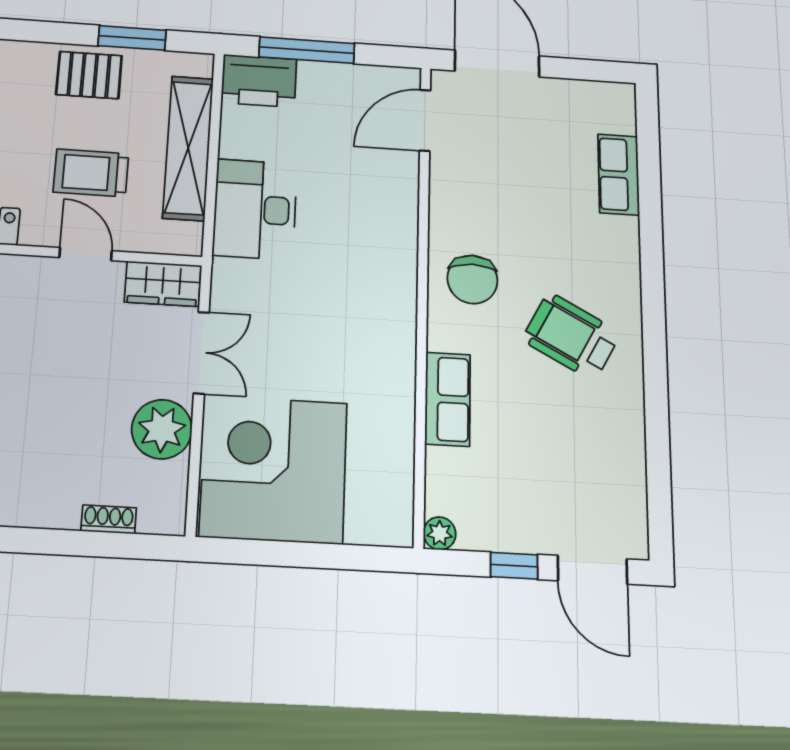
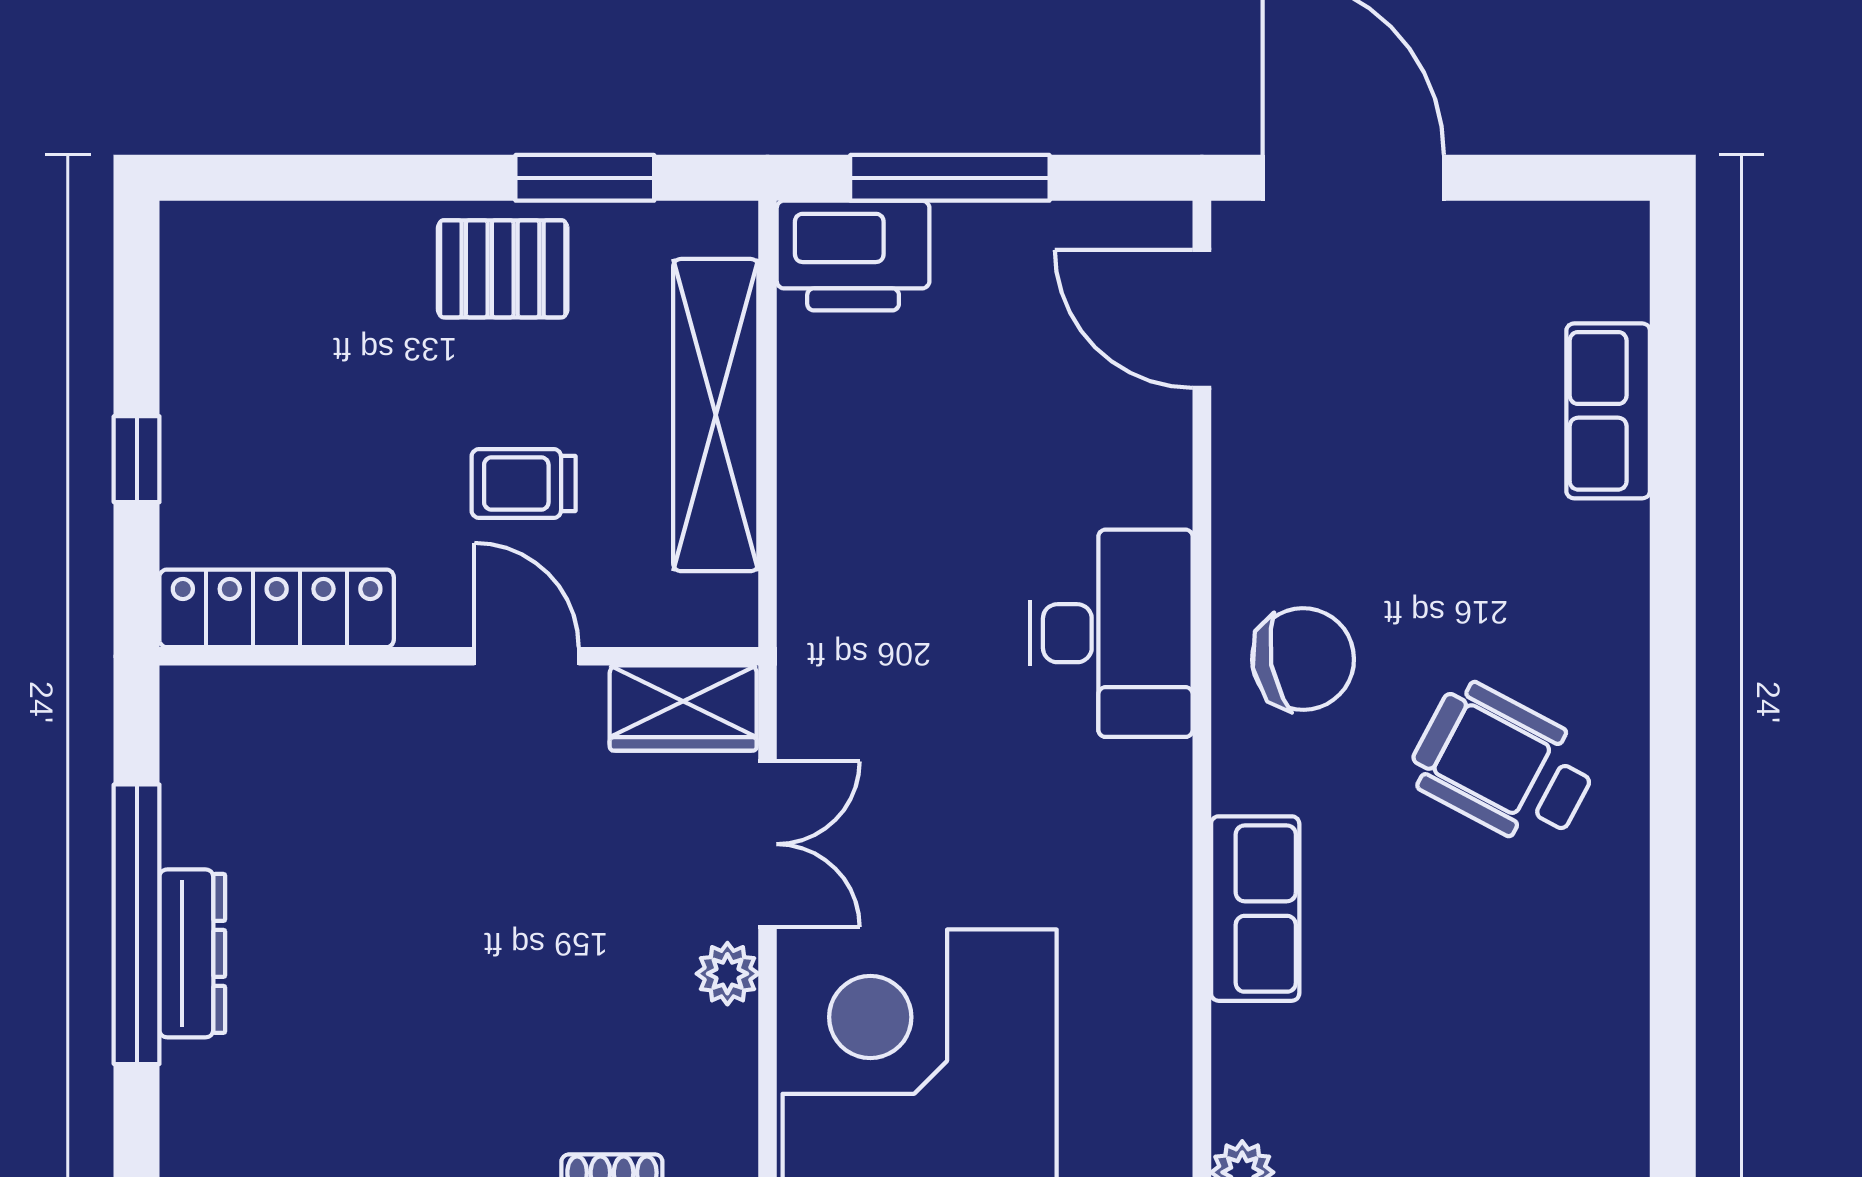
door: (425, 120) -> (1202, 319), hinge flipped
trolley: (91, 173) -> (524, 484), width x0.73, depth x0.72
desk: (255, 209) -> (1111, 633), moved, turned 180
chair: (472, 279) -> (1303, 659), turned -100
plant: (162, 429) -> (727, 974), width x0.53, depth x0.53

